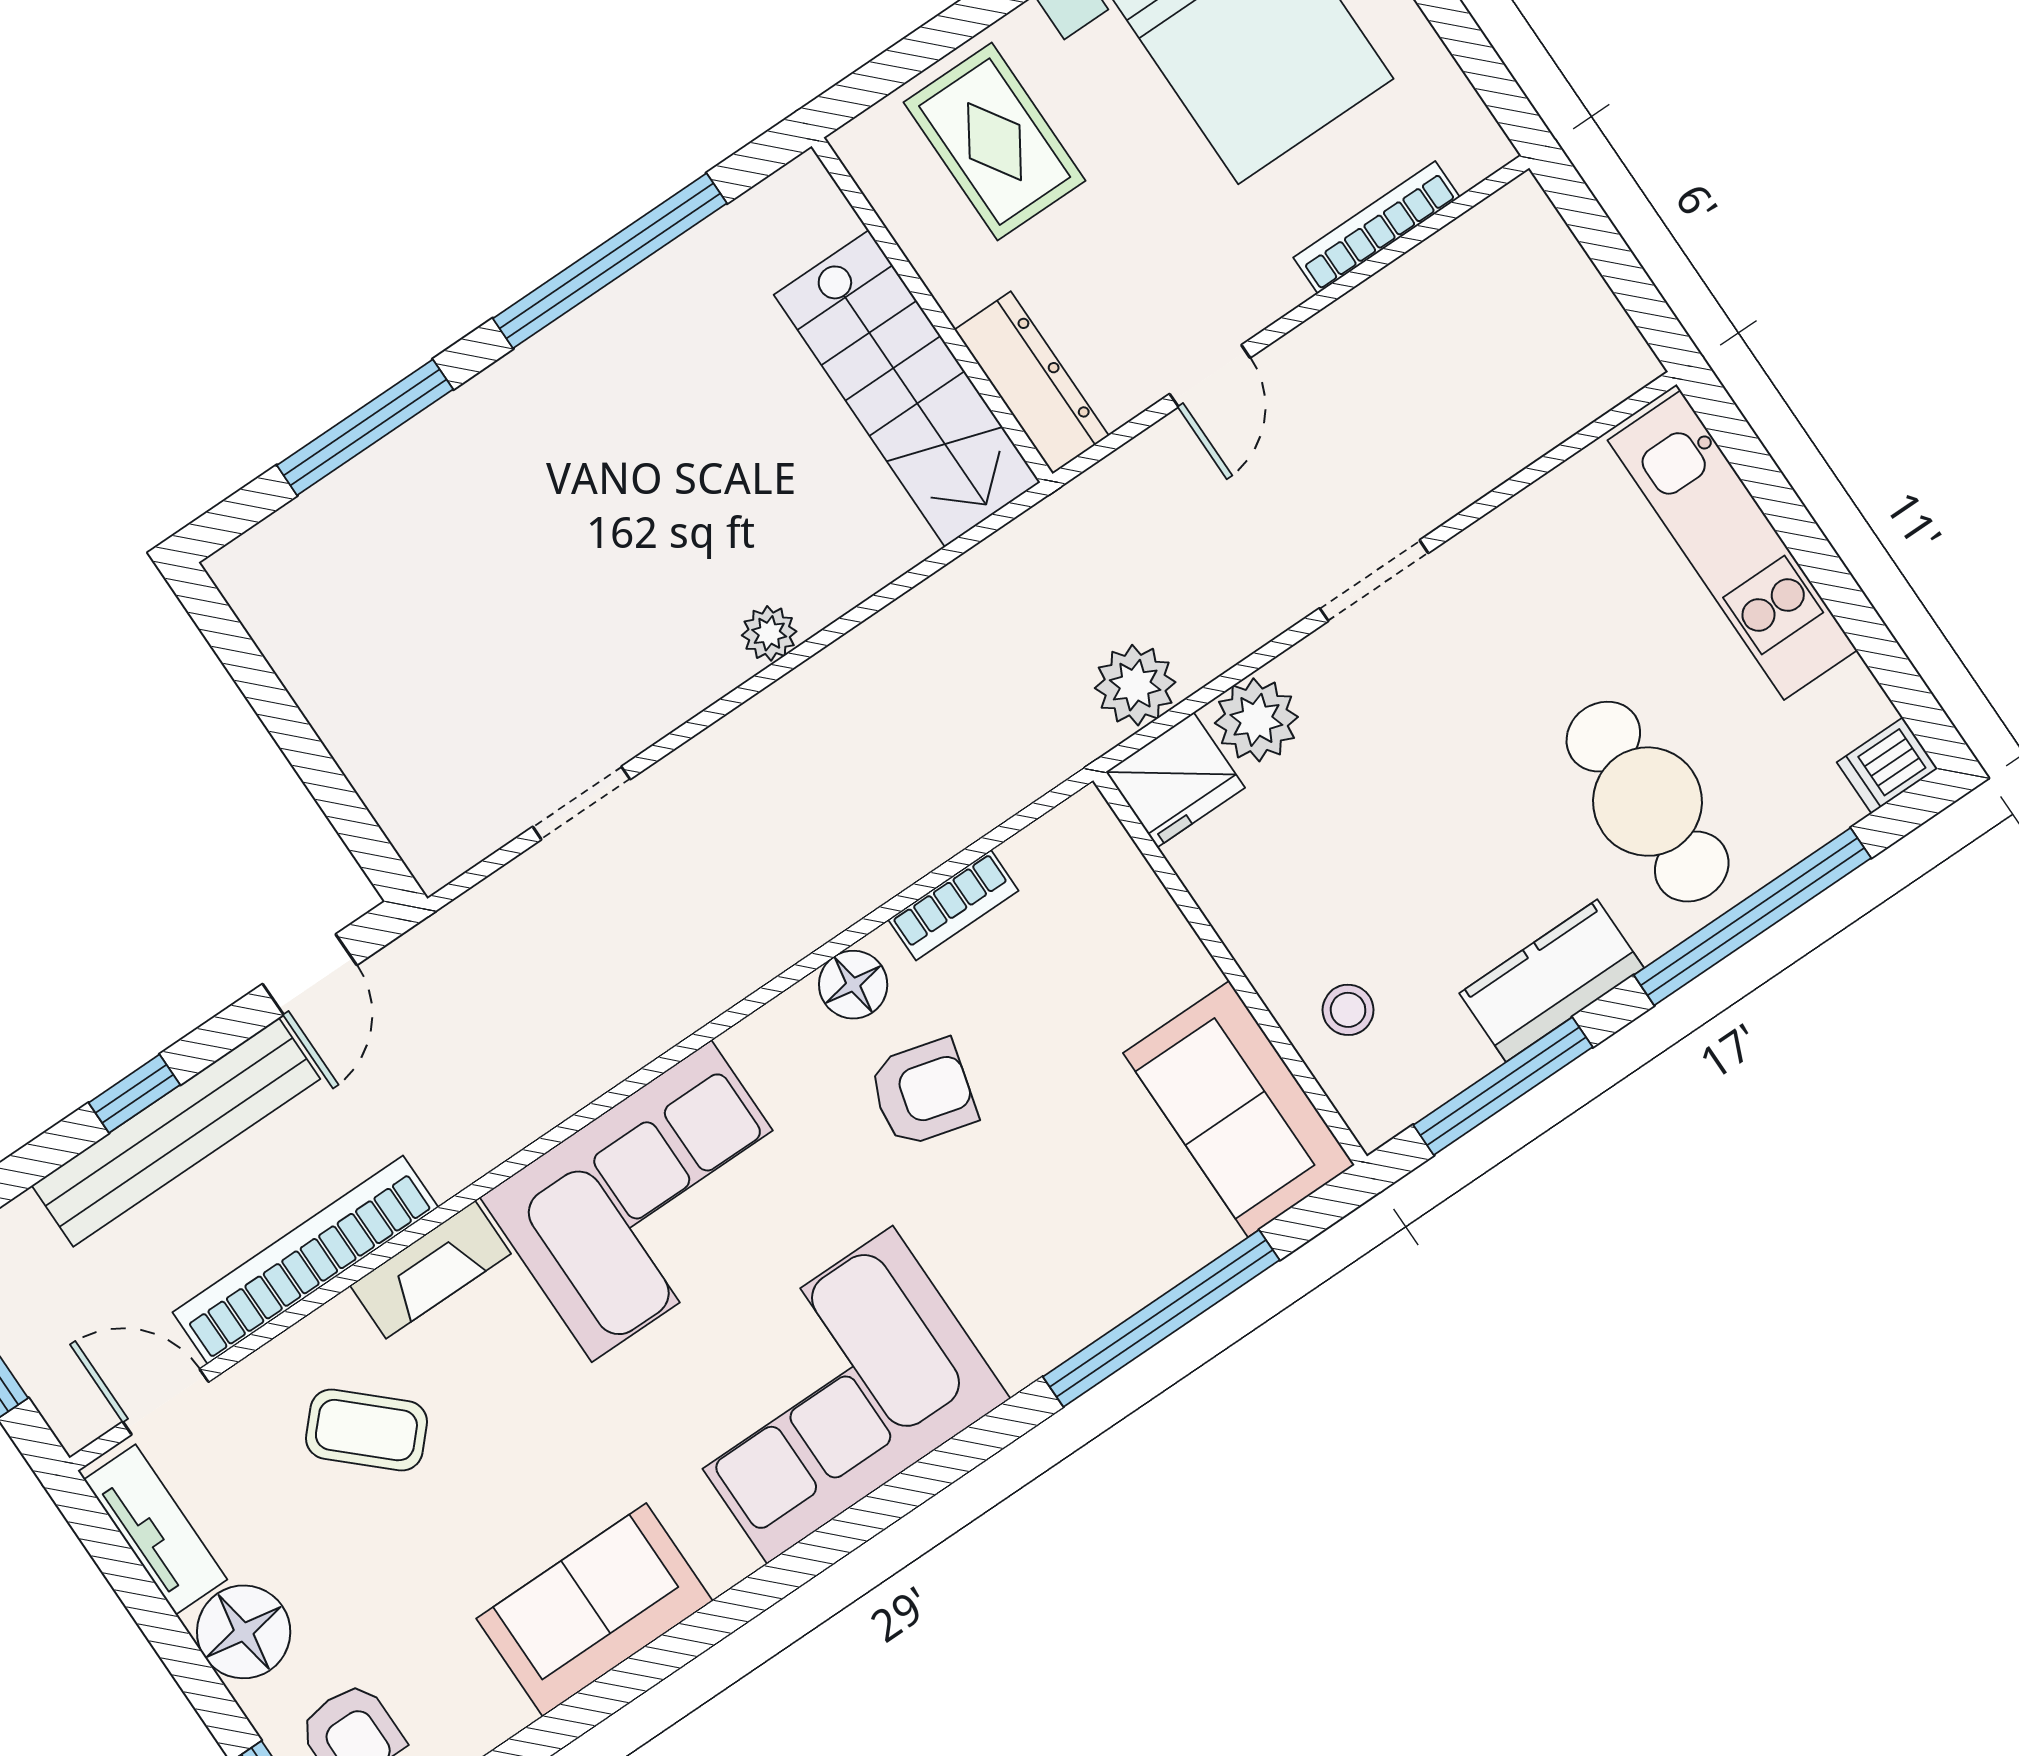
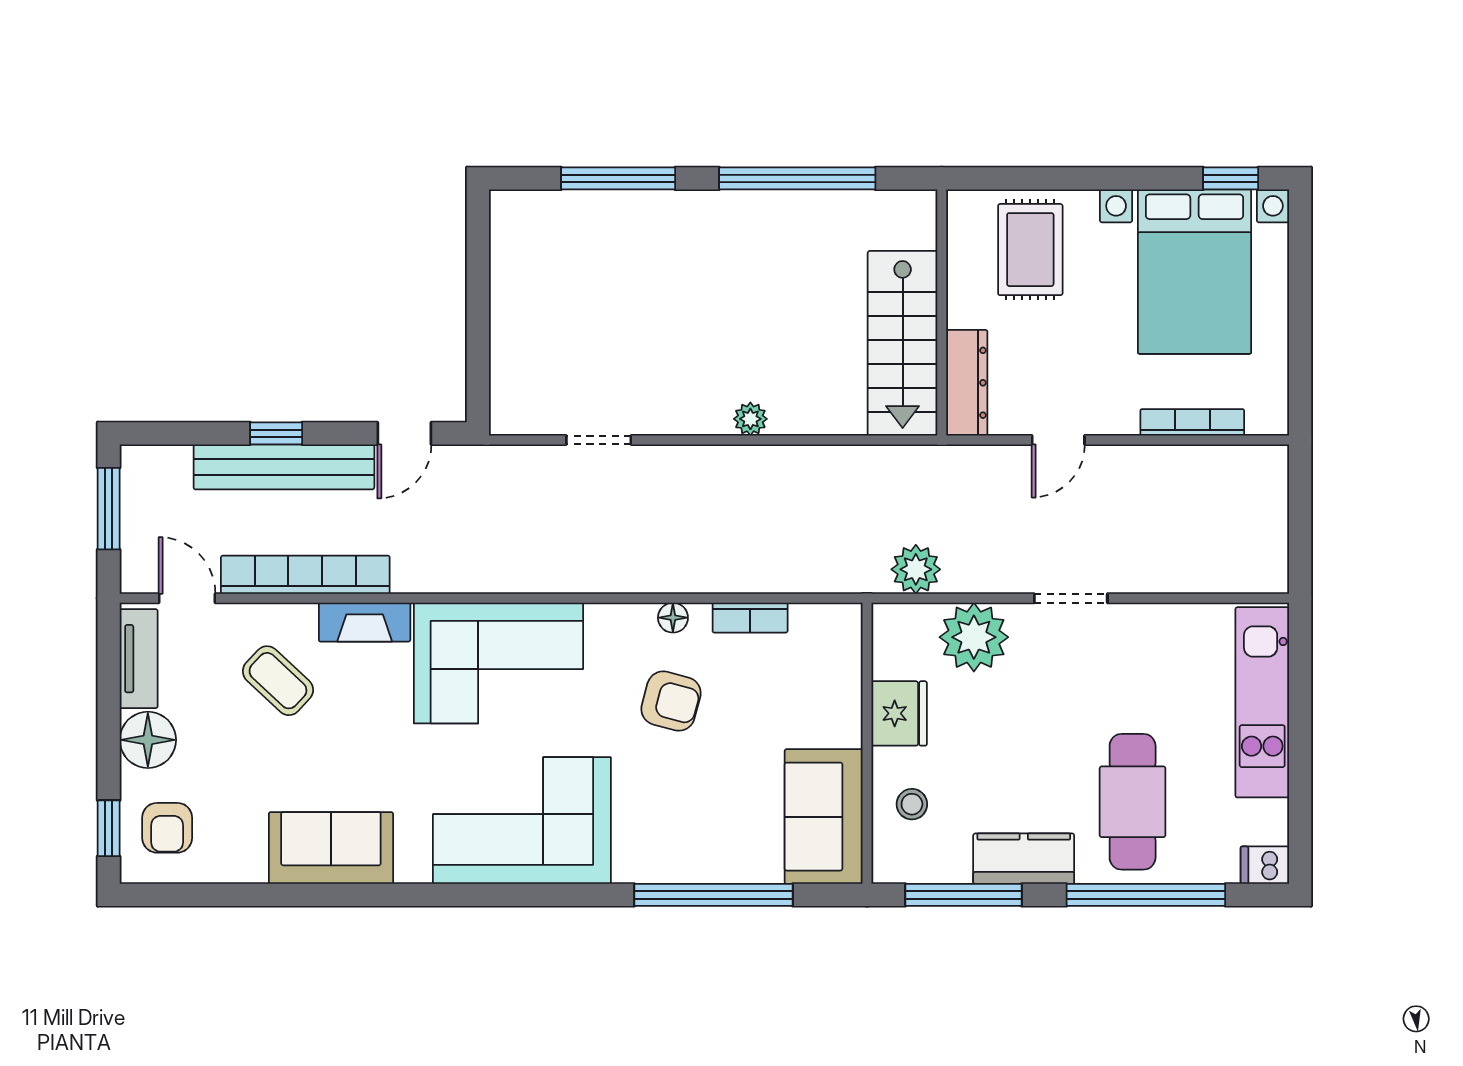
plant: (1256, 720) -> (974, 637), width x1.36, depth x1.36
fridge: (1175, 780) -> (899, 713), moved, turned -90
floor lamp: (853, 985) -> (673, 618), width x0.73, depth x0.73

